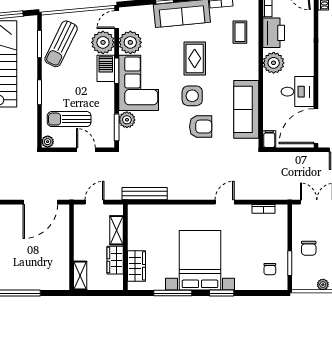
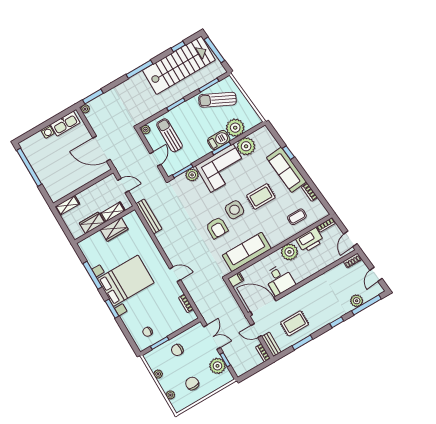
door: (117, 20) -> (256, 128), removed
wardrobe: (136, 266) -> (114, 229), moved

